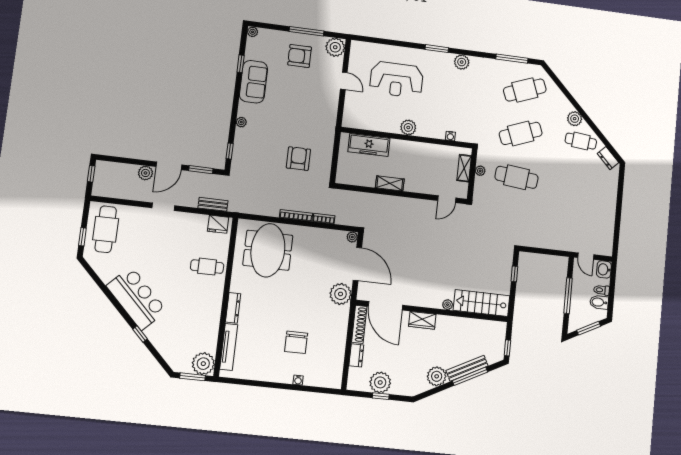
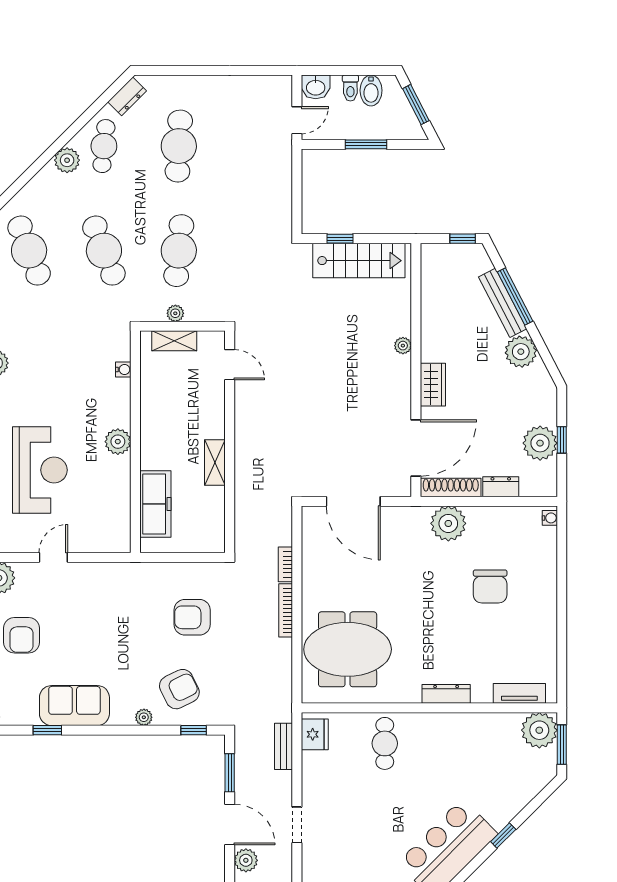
armchair: (256, 146) -> (179, 689), added
cafe table: (577, 185) -> (179, 146), added
plant: (352, 237) -> (310, 515), removed
door: (357, 264) -> (353, 501), swing flipped
plant: (341, 294) -> (448, 523), moved
window: (568, 296) -> (366, 144), width x0.69
stairs: (482, 303) -> (359, 261), moved, turned -90
chair: (296, 342) -> (490, 586), turned 90
tv unit: (229, 347) -> (519, 693), width x0.71
water cooler: (298, 380) -> (550, 518), moved

